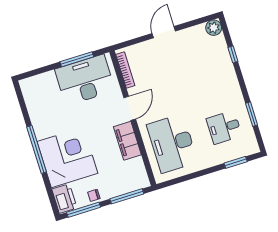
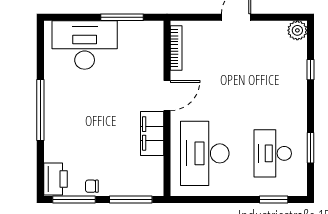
desk: (85, 80) -> (85, 45), moved
desk: (224, 127) -> (273, 153), width x1.37
corner desk: (67, 157) -> (74, 131), removed

